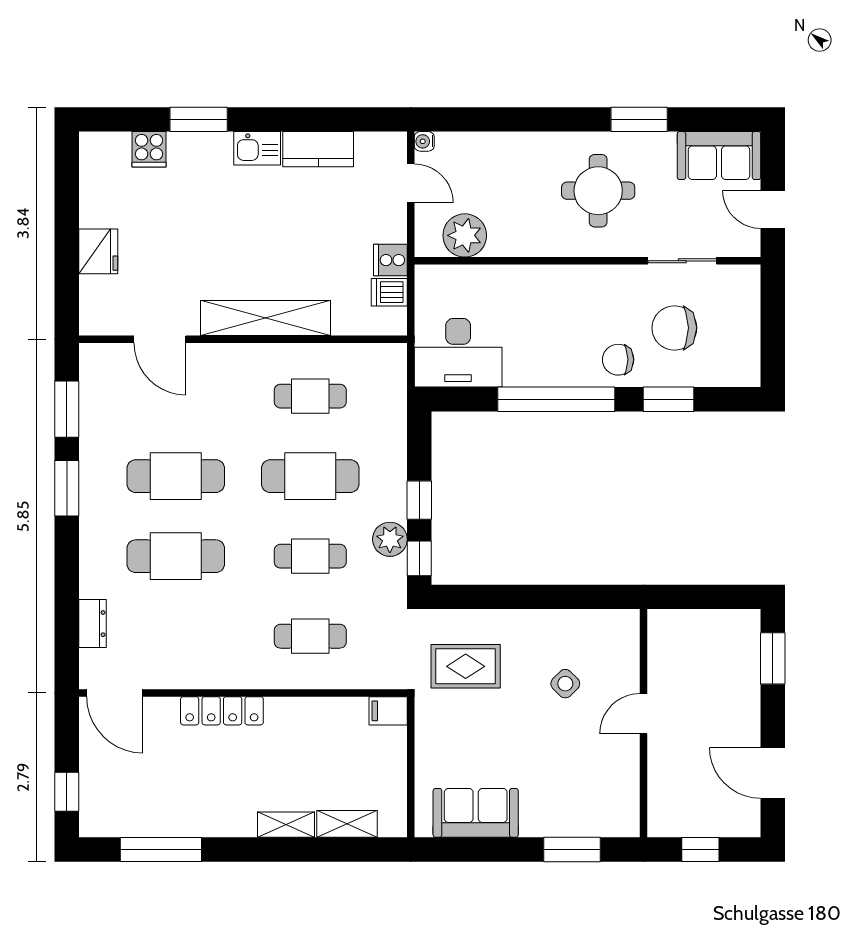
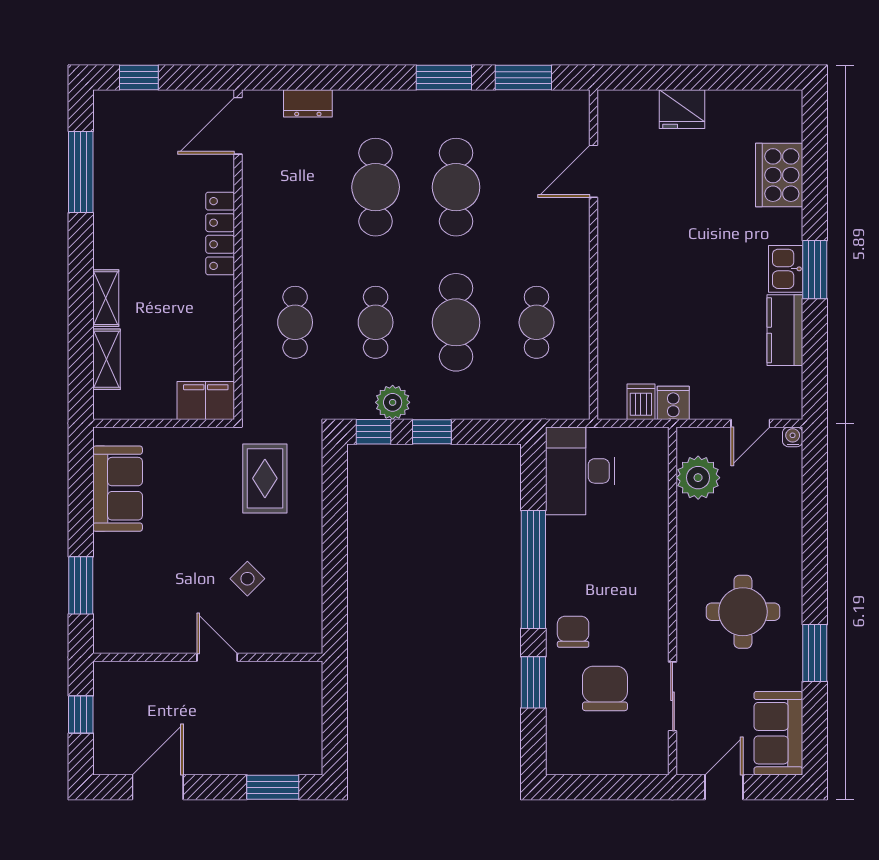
window: (199, 119) -> (815, 270), moved
cooker: (149, 149) -> (779, 175), width x1.87, depth x1.31
shelving: (265, 318) -> (615, 277), removed
filing cabinet: (388, 711) -> (206, 401), width x2.00

